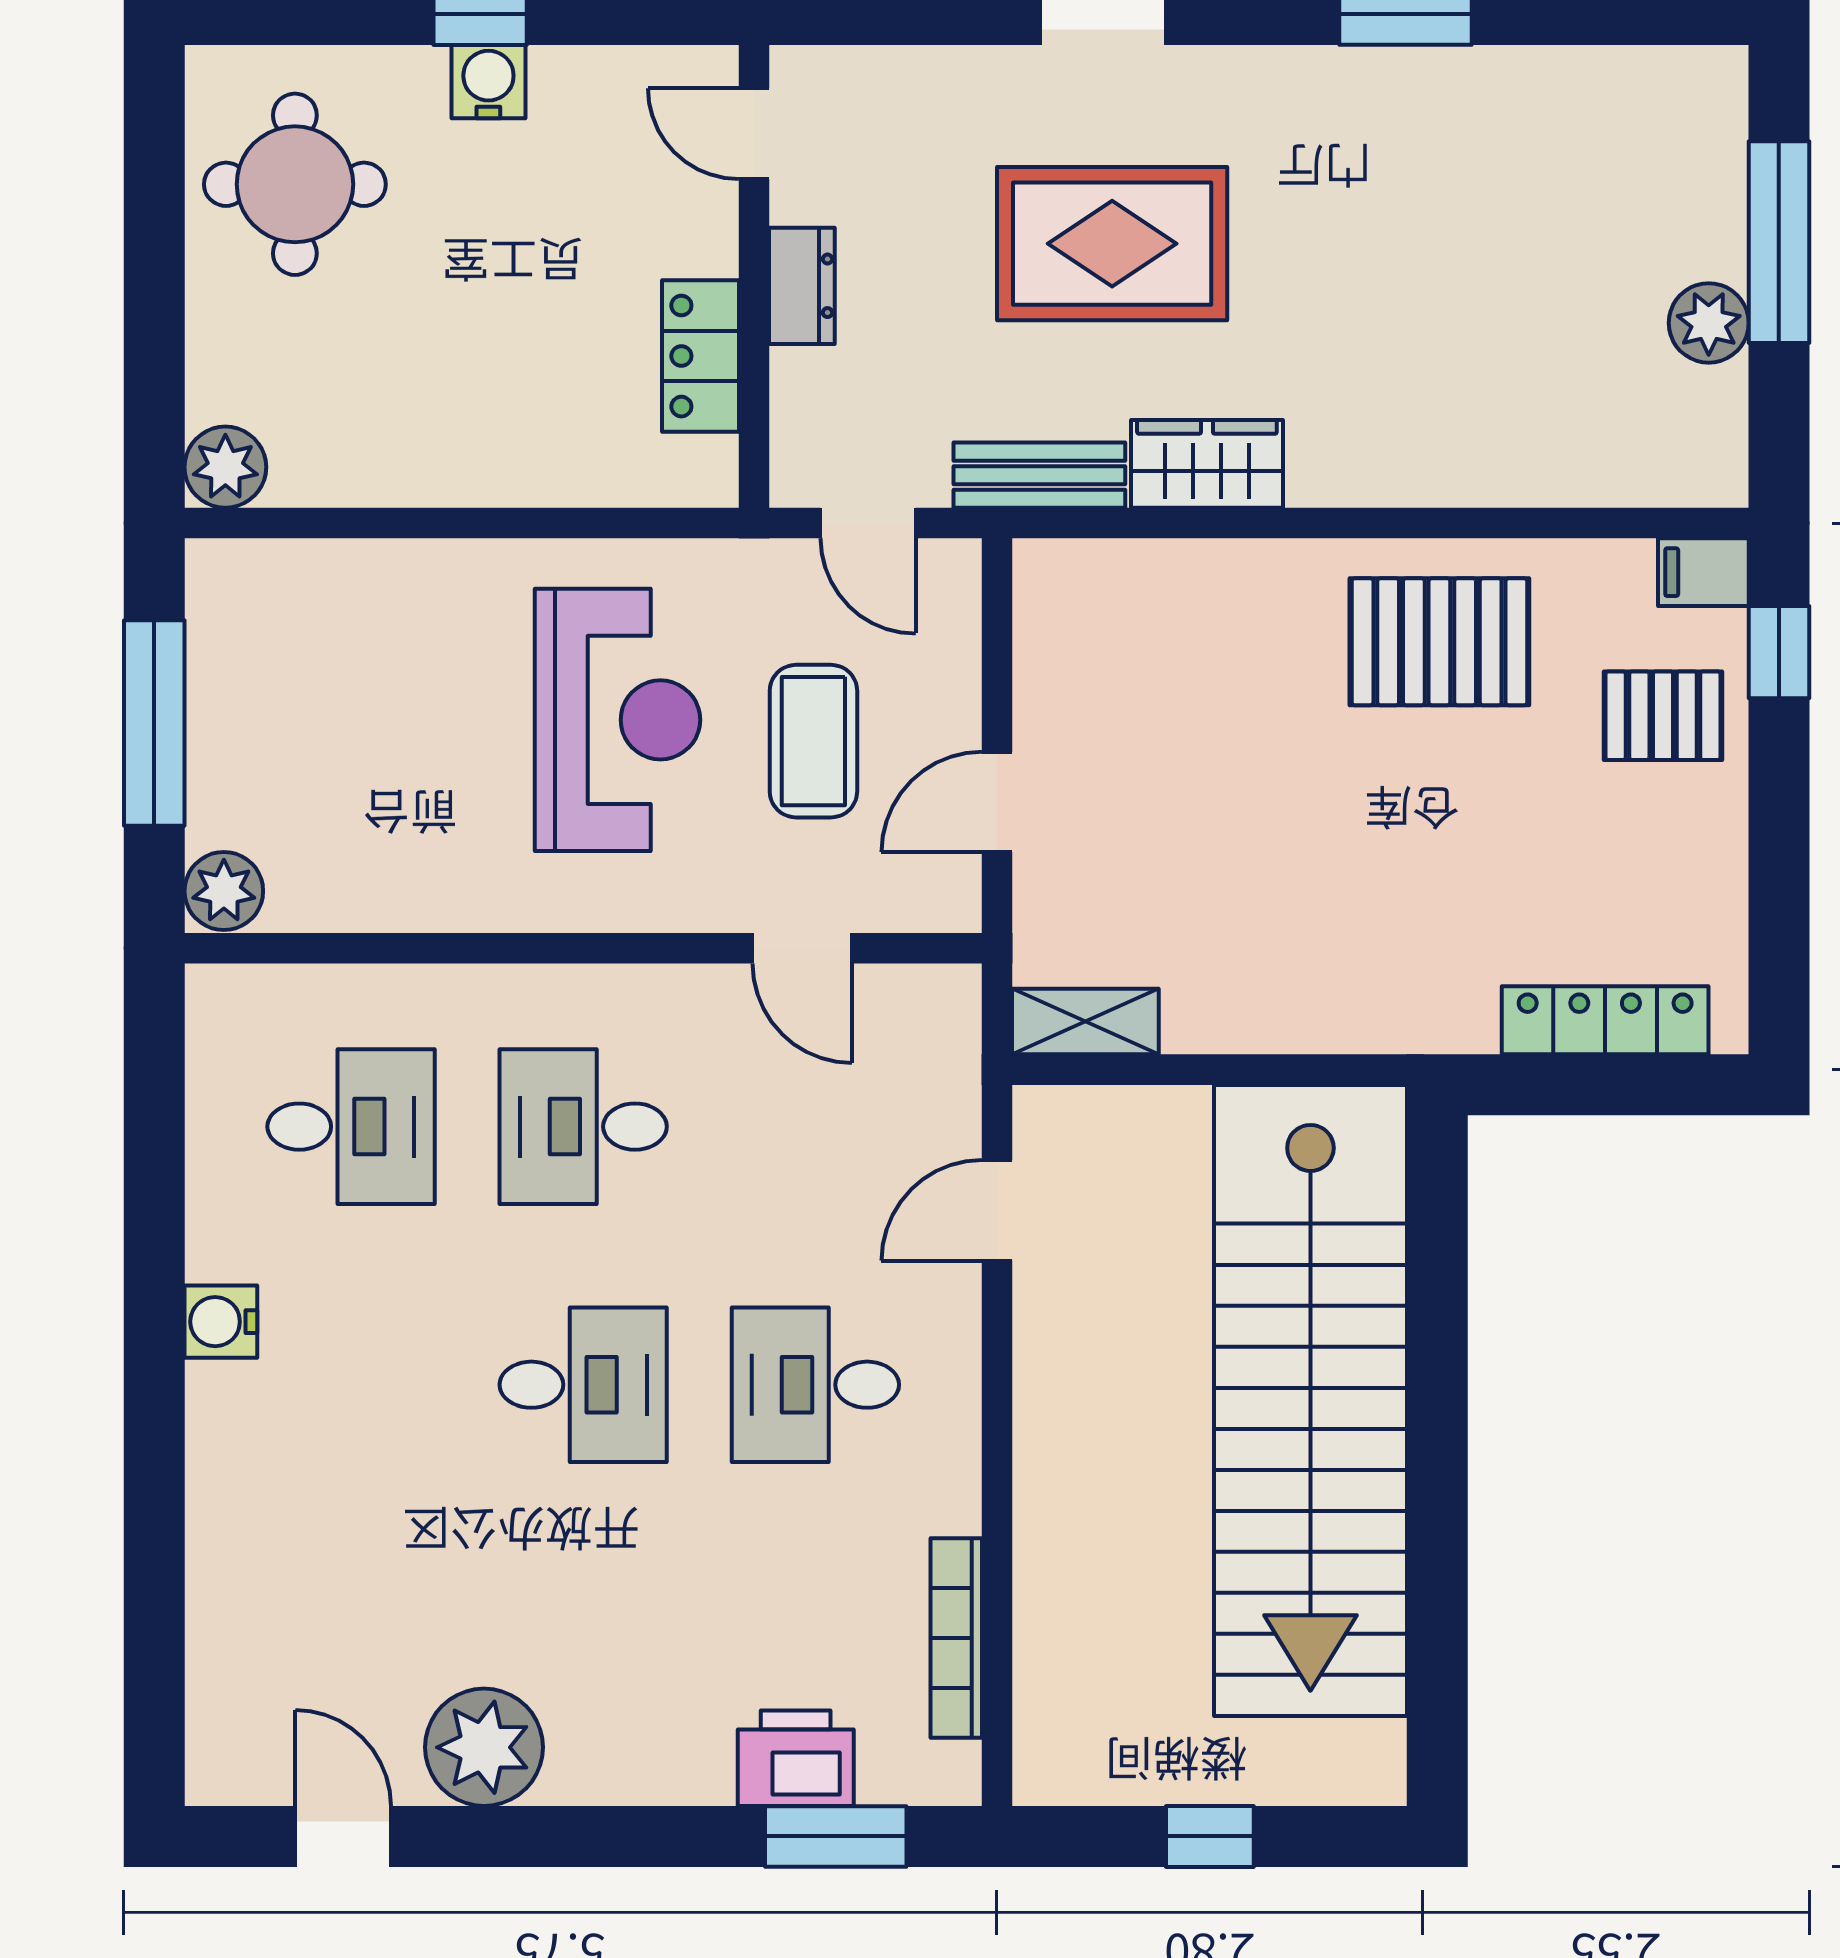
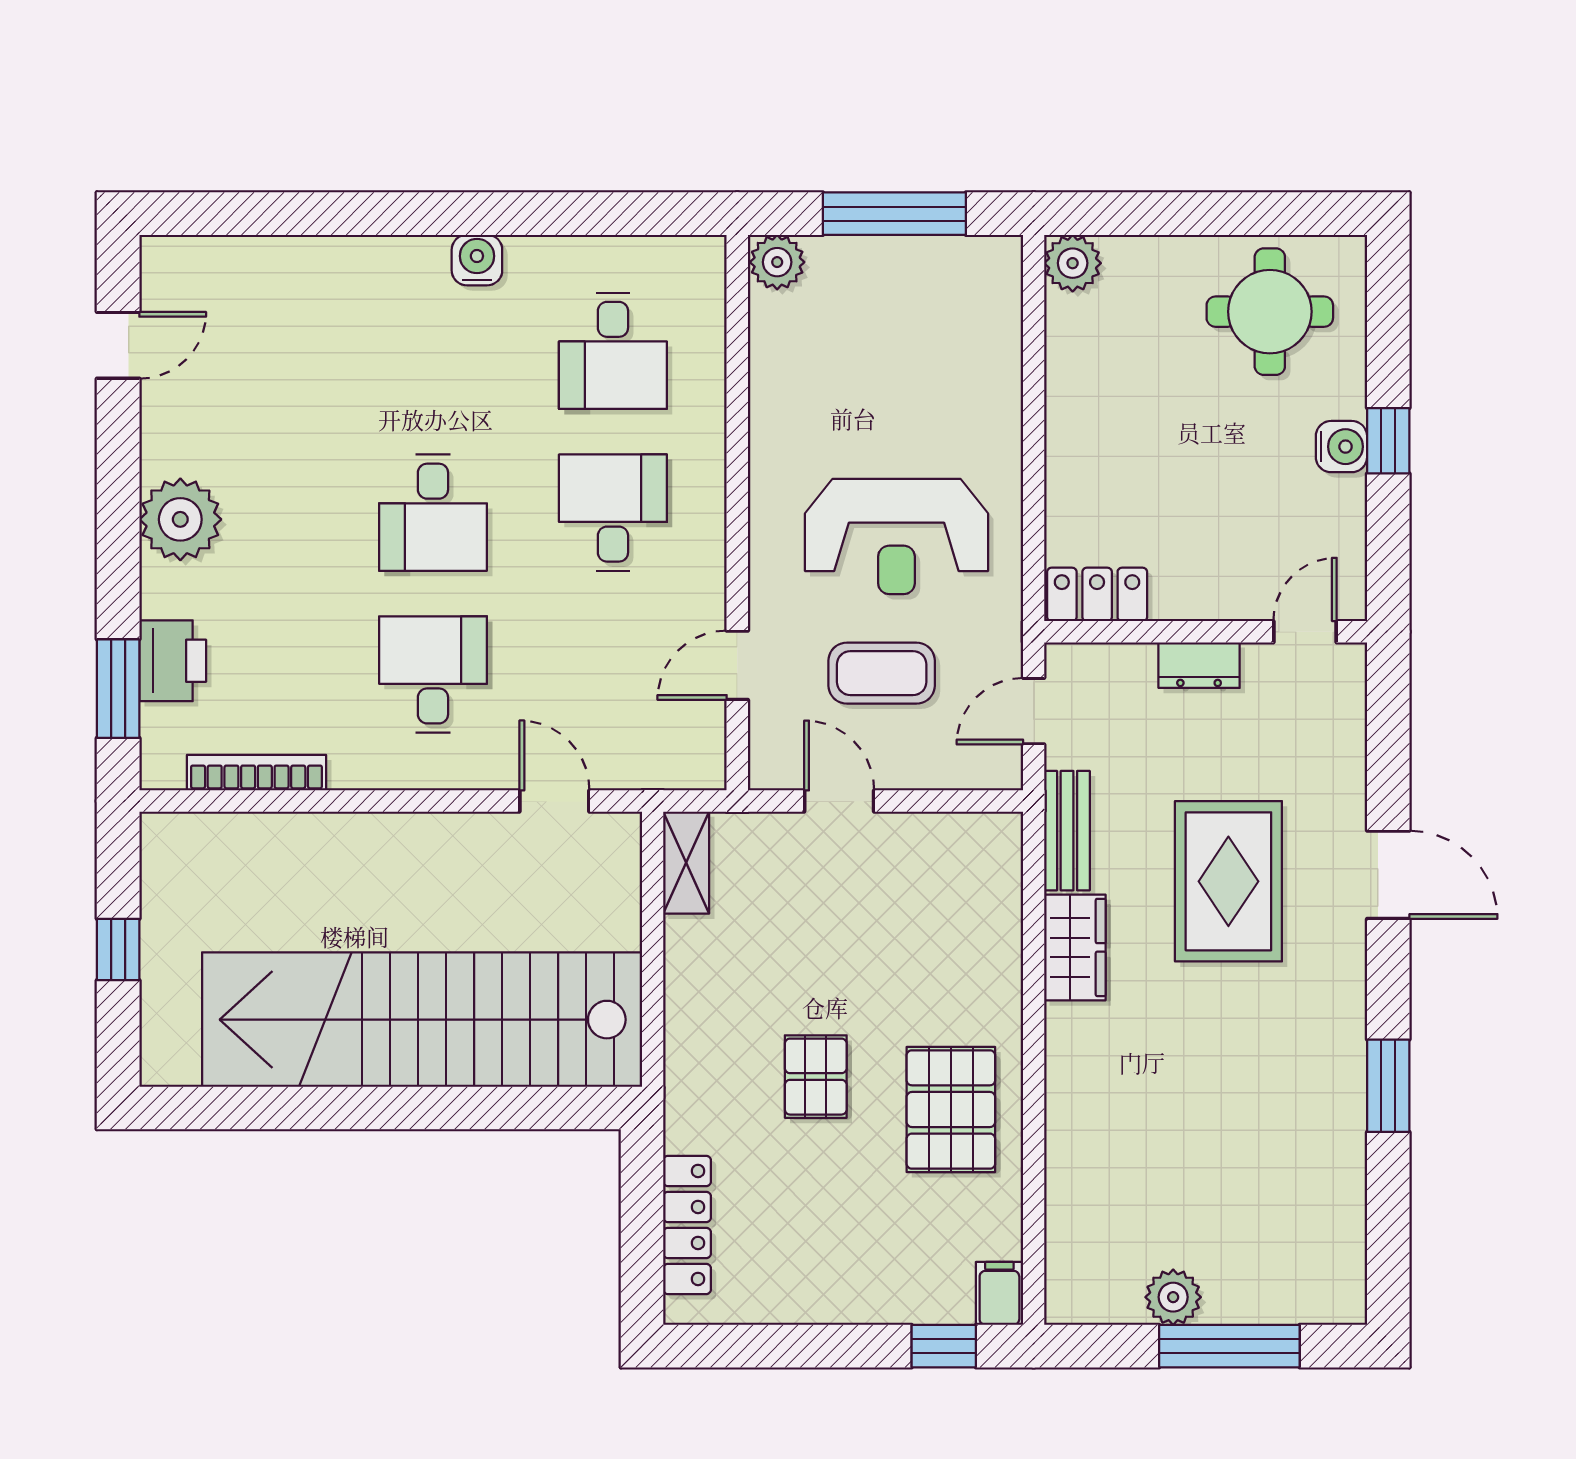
locker: (701, 356) -> (1097, 594), moved
pallet: (1663, 716) -> (816, 1077), moved
plant: (484, 1747) -> (180, 519), moved

